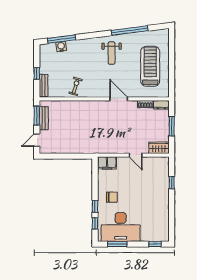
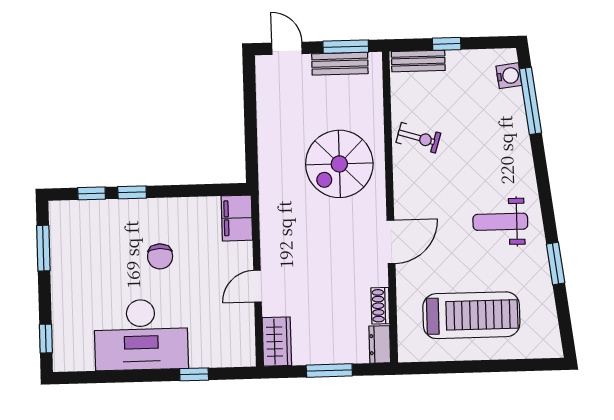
window: (130, 31) -> (556, 264), width x0.47
water cooler: (61, 47) -> (509, 76), moved
spiral stairs: (86, 120) -> (339, 164), added
chair: (112, 197) -> (160, 256), moved
desk: (121, 227) -> (141, 335), moved, turned -90

